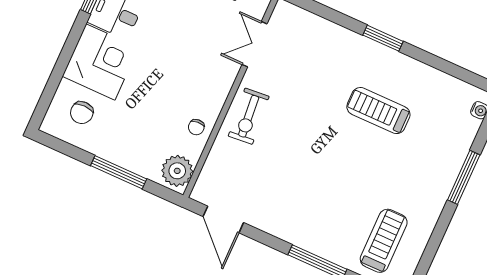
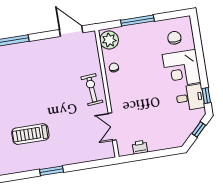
double door: (254, 44) -> (112, 127), swing flipped
treadmill: (378, 111) -> (30, 134), turned 180

